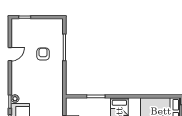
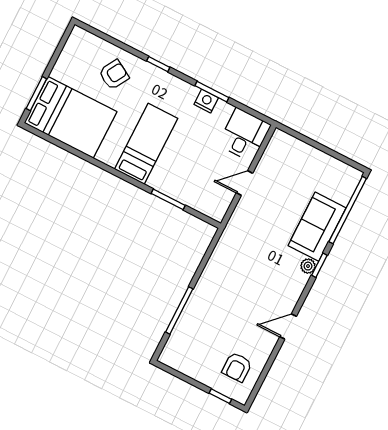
door: (10, 54) -> (288, 326), moved
armchair: (43, 54) -> (237, 367), moved

